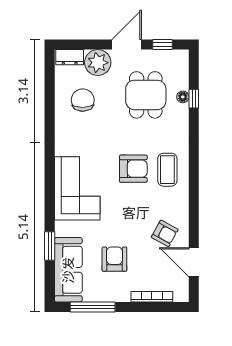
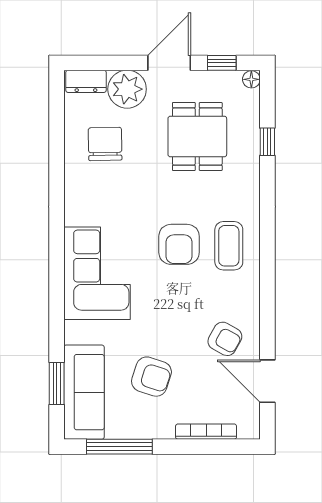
floor lamp: (183, 97) -> (251, 79), moved
armchair: (133, 169) -> (179, 244), turned 90
window: (50, 246) -> (57, 383), moved
armchair: (114, 259) -> (151, 377), turned 108

